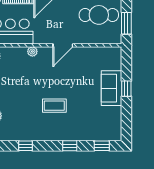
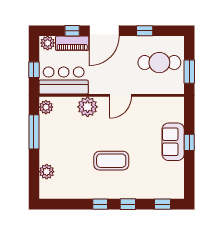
plant: (32, 51) -> (88, 107), width x1.88, depth x1.88
coffee table: (54, 106) -> (111, 161), width x1.36, depth x1.32
window: (26, 146) -> (100, 204), moved

